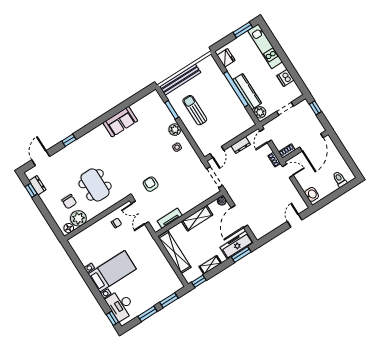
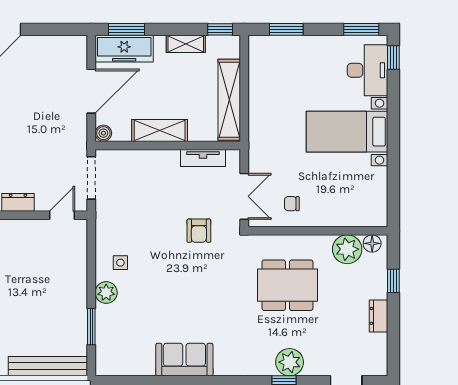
sun lounger: (195, 110) -> (55, 303), removed
plant: (72, 151) -> (290, 362), added
dresser: (38, 185) -> (379, 316), moved
dining table: (95, 185) -> (287, 285), turned 90
window: (31, 190) -> (393, 281), moved
chair: (69, 202) -> (345, 285), removed
window: (148, 314) -> (361, 29), moved

